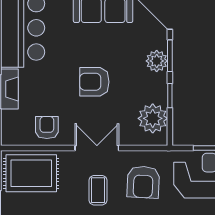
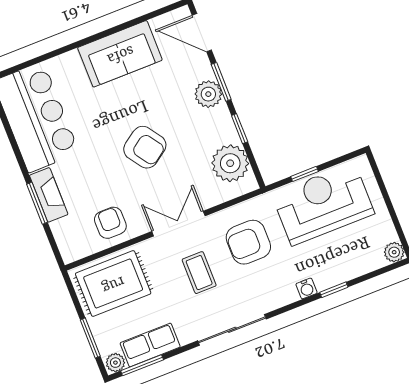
armchair: (94, 82) -> (145, 147), turned -125
armchair: (143, 182) -> (248, 242), turned 87

